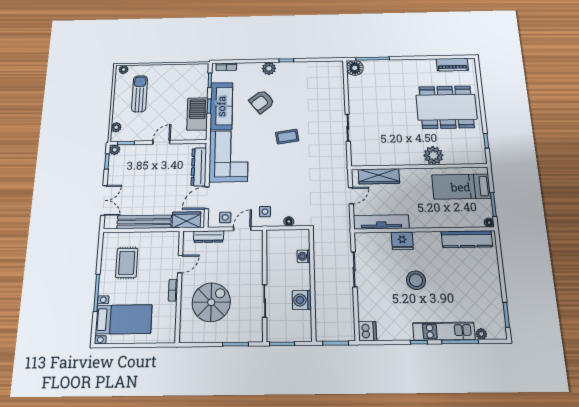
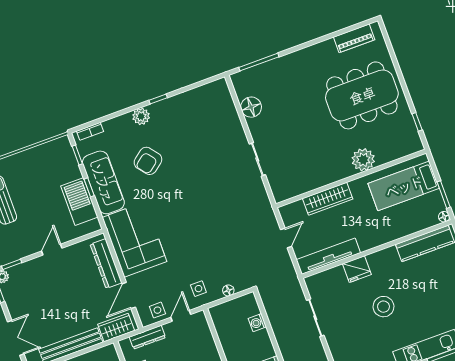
floor lamp: (355, 68) -> (251, 107), moved
coffee table: (287, 137) -> (192, 194), removed
wardrobe: (379, 176) -> (328, 199), moved

